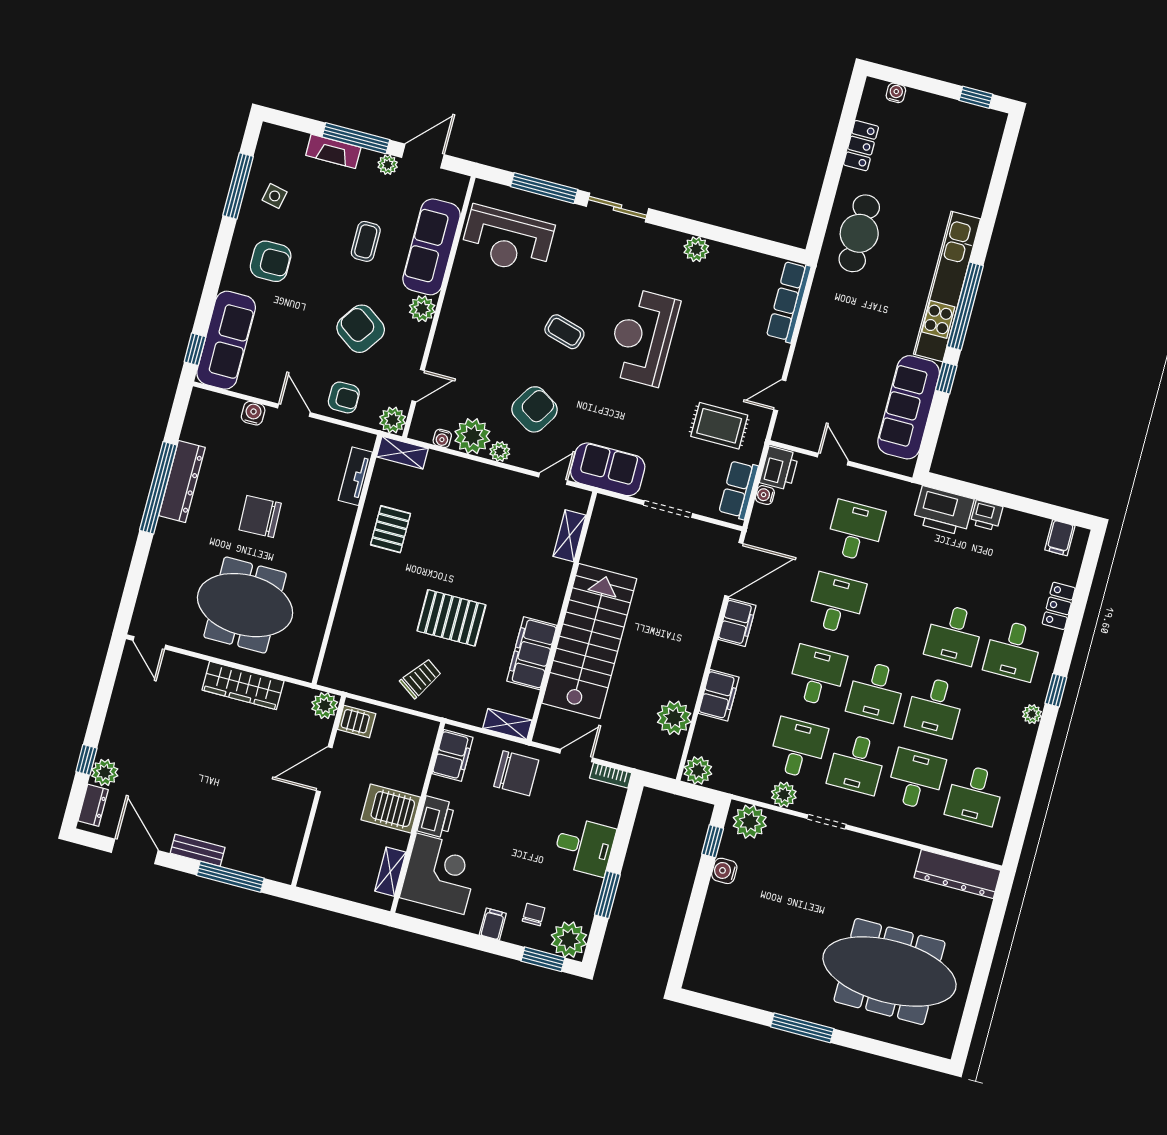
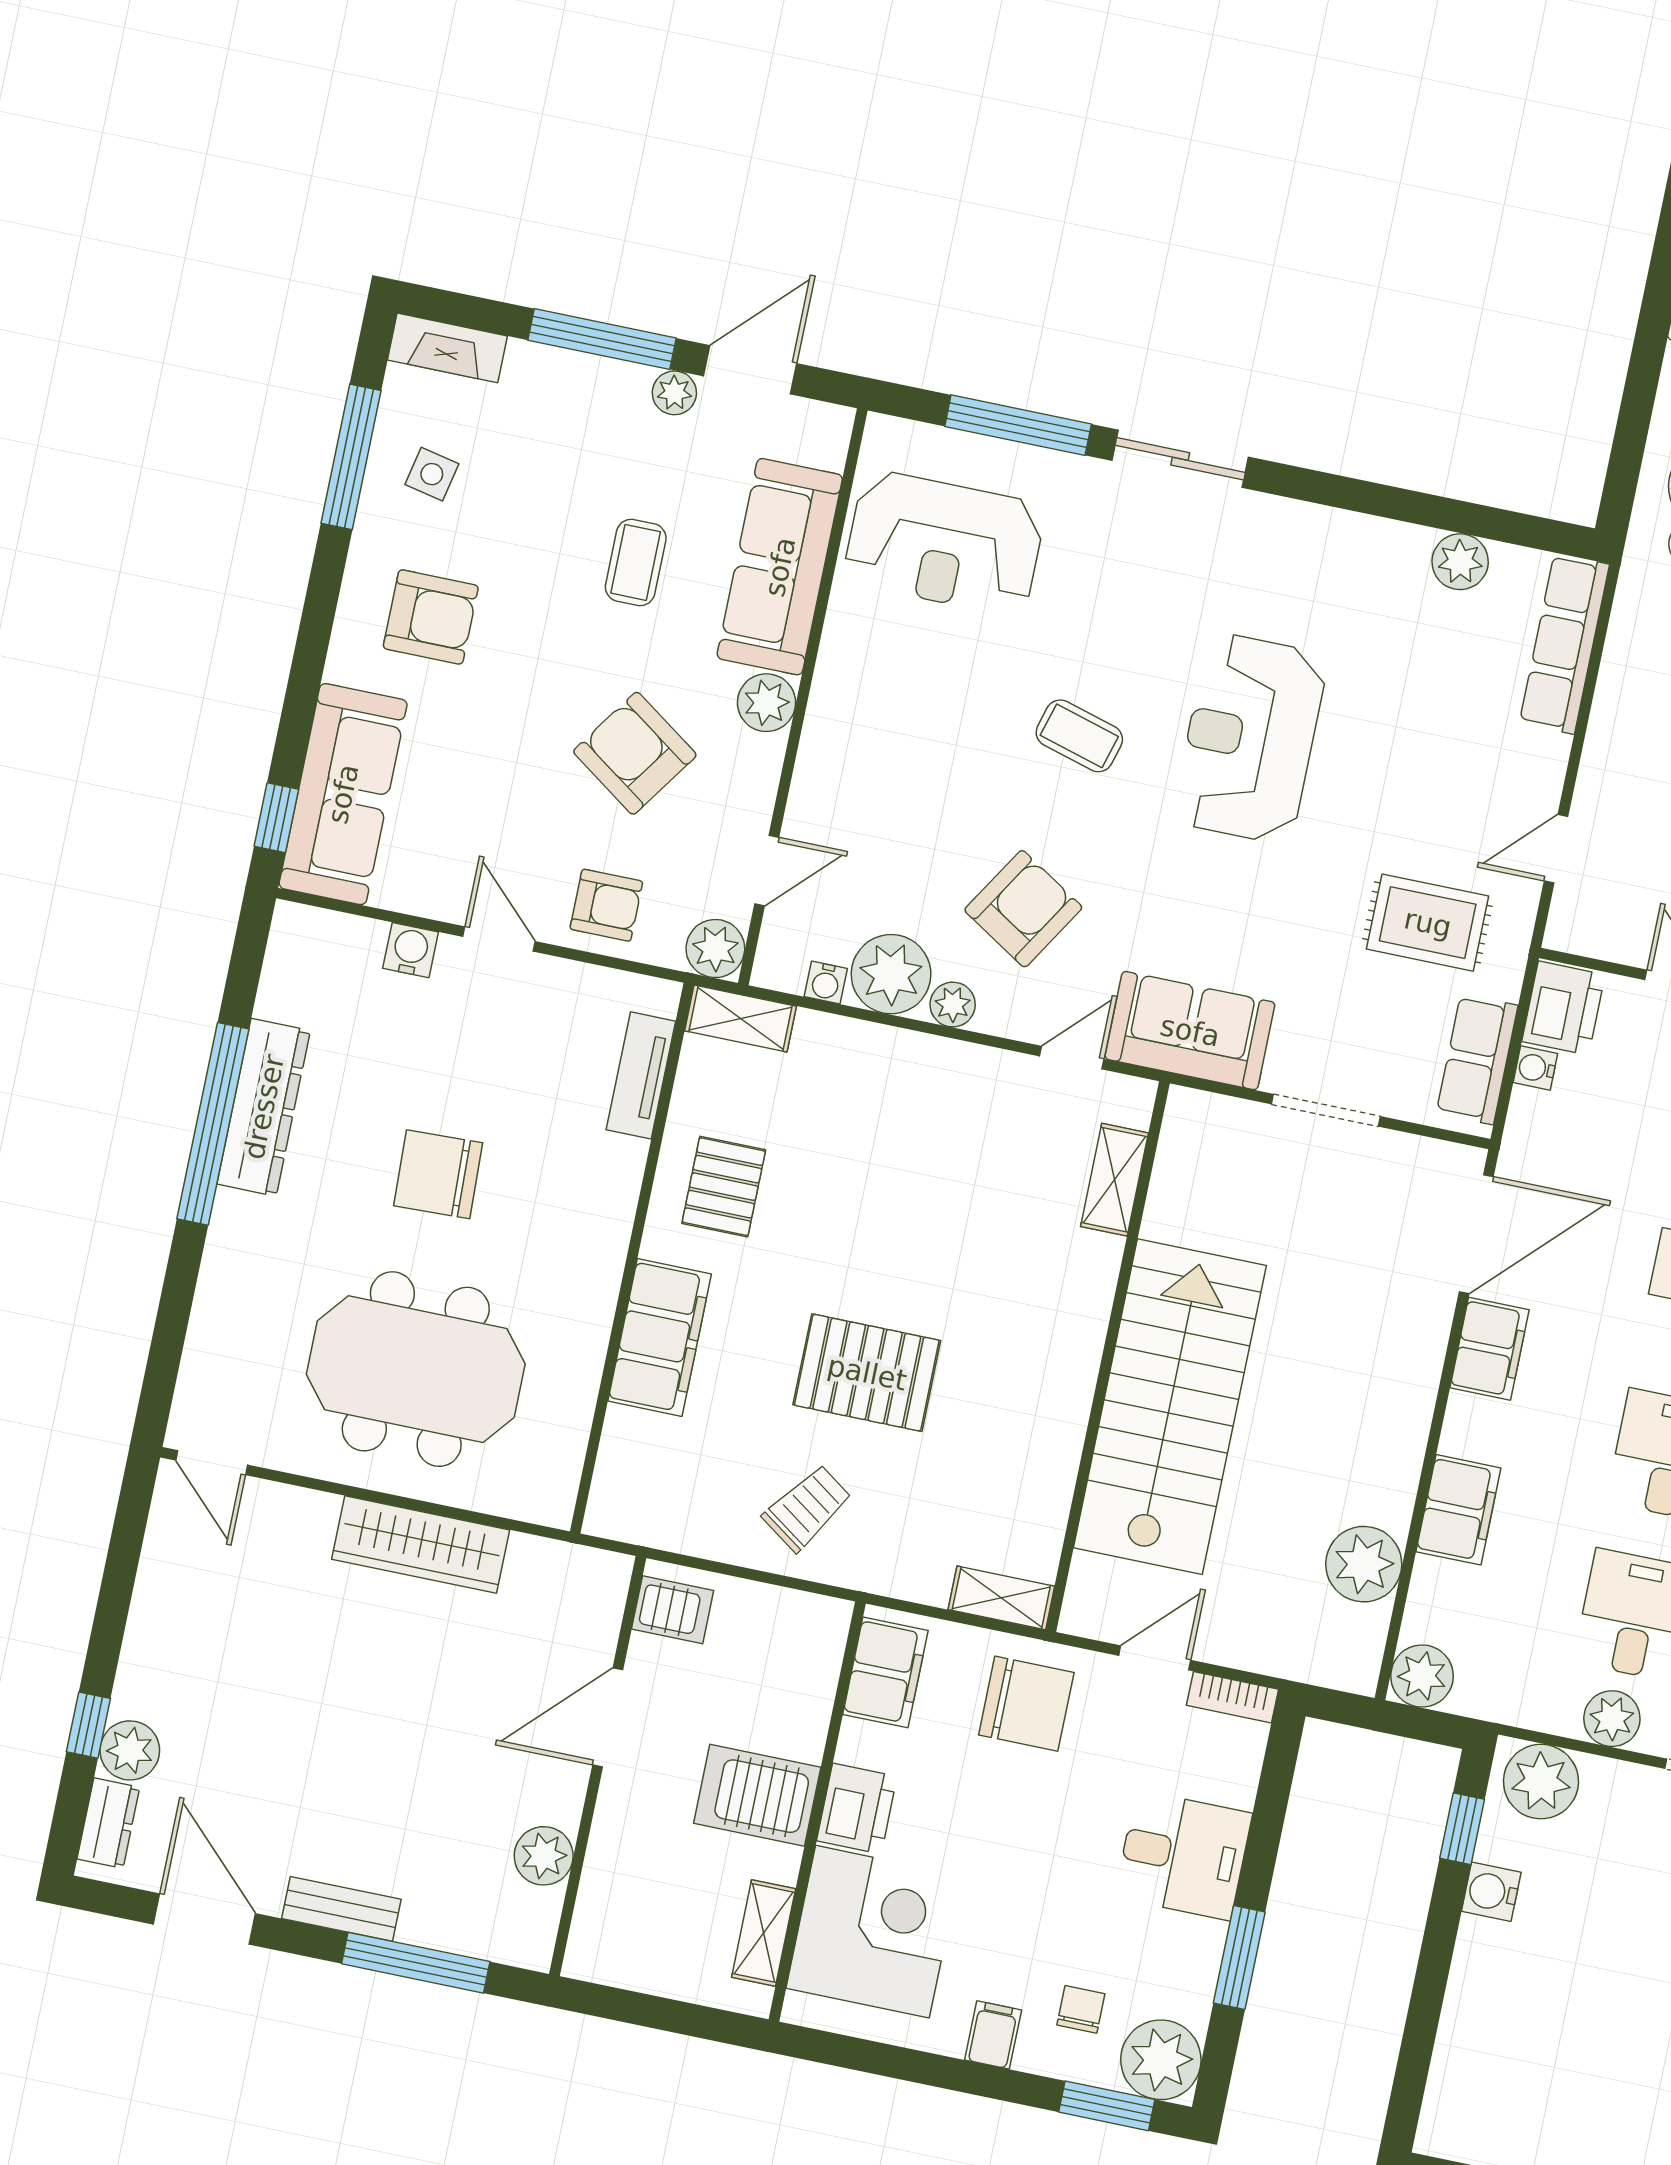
fireplace: (333, 151) -> (447, 348), moved
plant: (696, 249) -> (1460, 562), moved
filing cabinet: (532, 653) -> (660, 1338), moved, turned 180
plant: (325, 706) -> (544, 1856), moved

